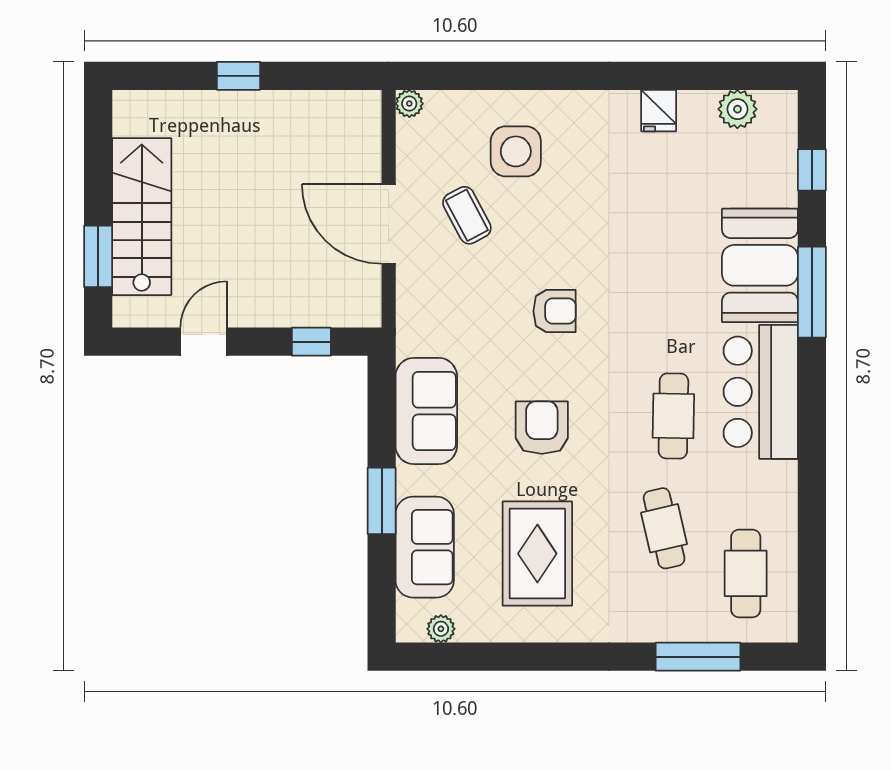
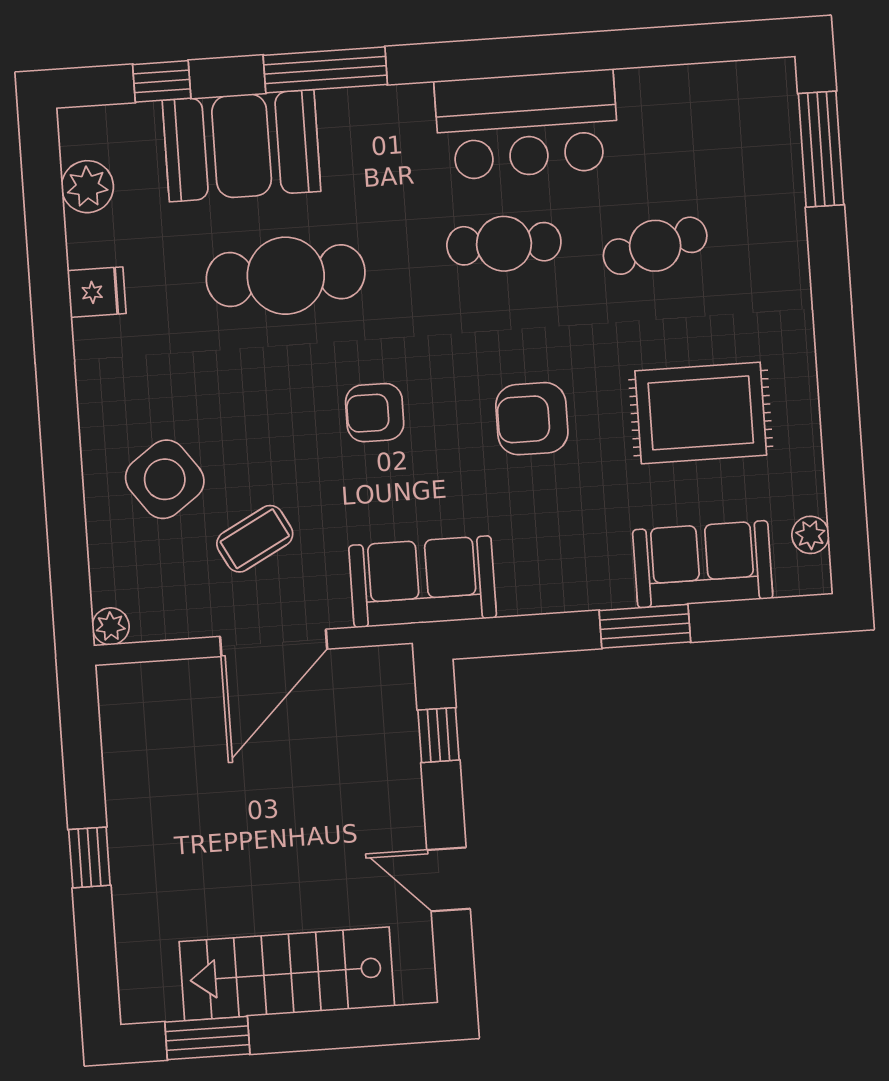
side table: (516, 151) -> (165, 479), turned -36
window: (98, 256) -> (207, 1038), moved
booth: (760, 265) -> (242, 146), moved
armchair: (555, 311) -> (375, 413), turned -90
bar counter: (761, 392) -> (527, 125), moved
sofa: (426, 411) -> (423, 582), moved
cafe table: (746, 573) -> (286, 276), moved, width x1.37, depth x1.35
window: (698, 657) -> (821, 149), moved

